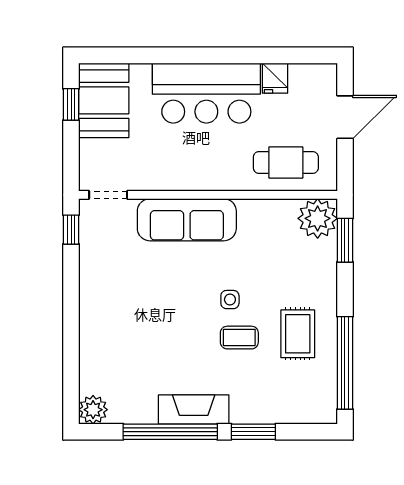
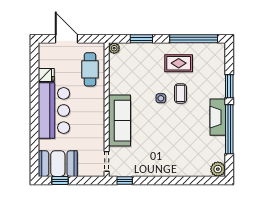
plant: (318, 218) -> (114, 48), width x0.53, depth x0.53
window: (345, 240) -> (141, 39), moved

